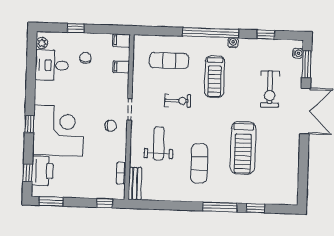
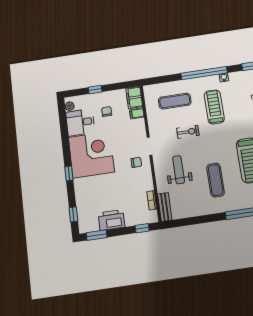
filing cabinet: (121, 40) -> (134, 97), width x2.00
treadmill: (215, 77) -> (214, 107), turned 180
corner desk: (58, 131) -> (91, 155), moved
printer: (42, 171) -> (111, 220), moved, turned -90

